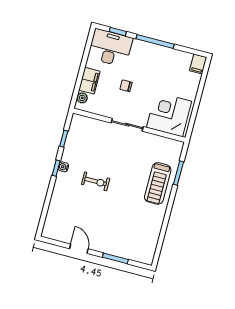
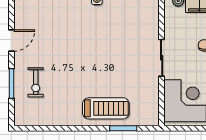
exercise bike: (96, 181) -> (36, 82), moved
treadmill: (158, 183) -> (106, 108), turned 180

